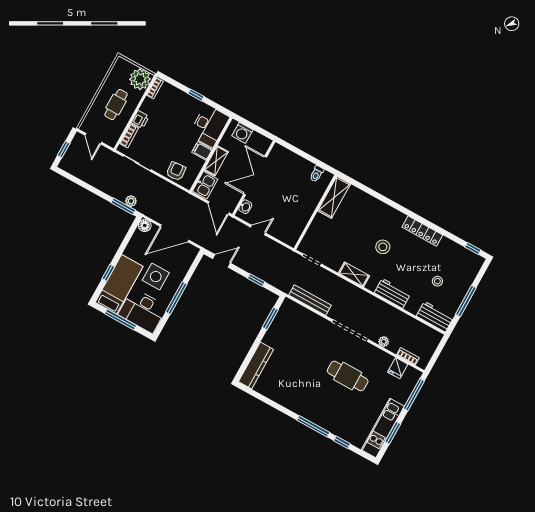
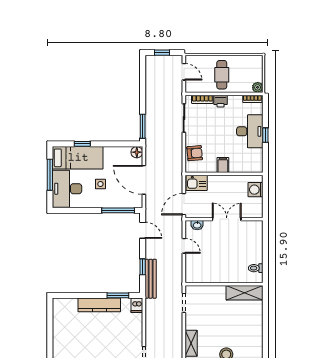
plant: (140, 79) -> (258, 87), width x0.53, depth x0.53
cafe table: (116, 105) -> (222, 75), turned 90
desk: (209, 126) -> (250, 131), moved, turned -90
door: (93, 139) -> (184, 72), swing flipped
shelving: (216, 161) -> (221, 181), removed
double door: (255, 176) -> (227, 219), width x0.73
plant: (131, 201) -> (150, 130), removed
side table: (156, 277) -> (100, 184), width x0.54, depth x0.54
window: (176, 298) -> (118, 210), moved
bench: (310, 300) -> (151, 279), moved
dishwasher: (290, 306) -> (137, 305), added
kitchen counter: (256, 365) -> (99, 305), moved

